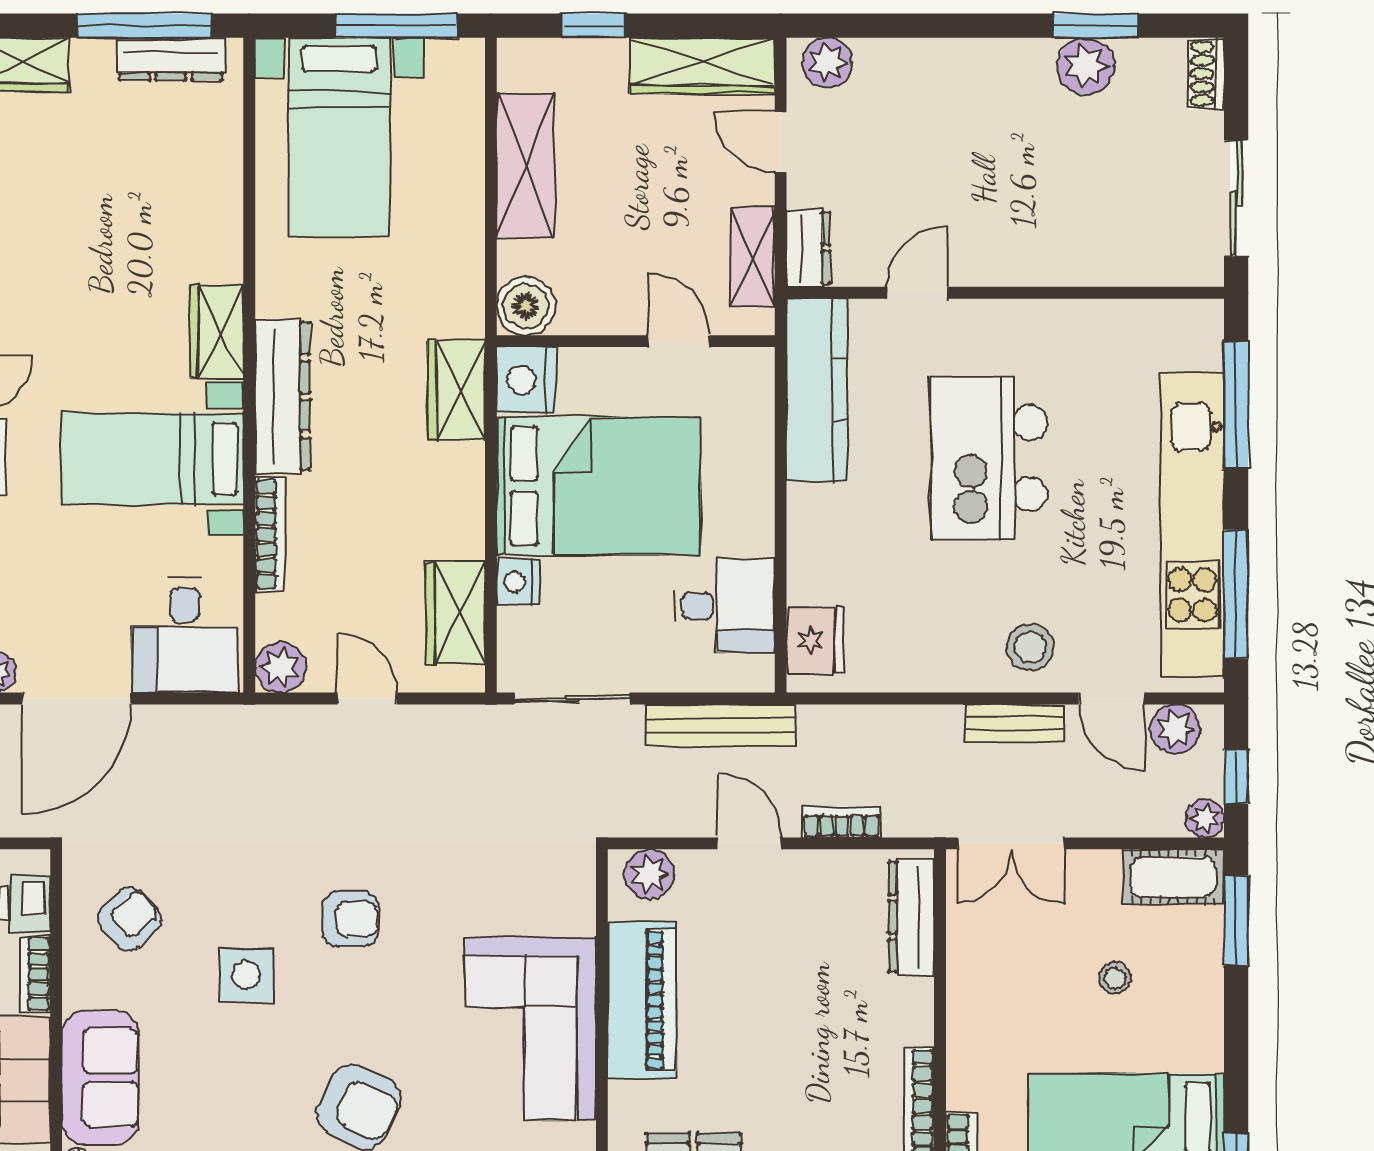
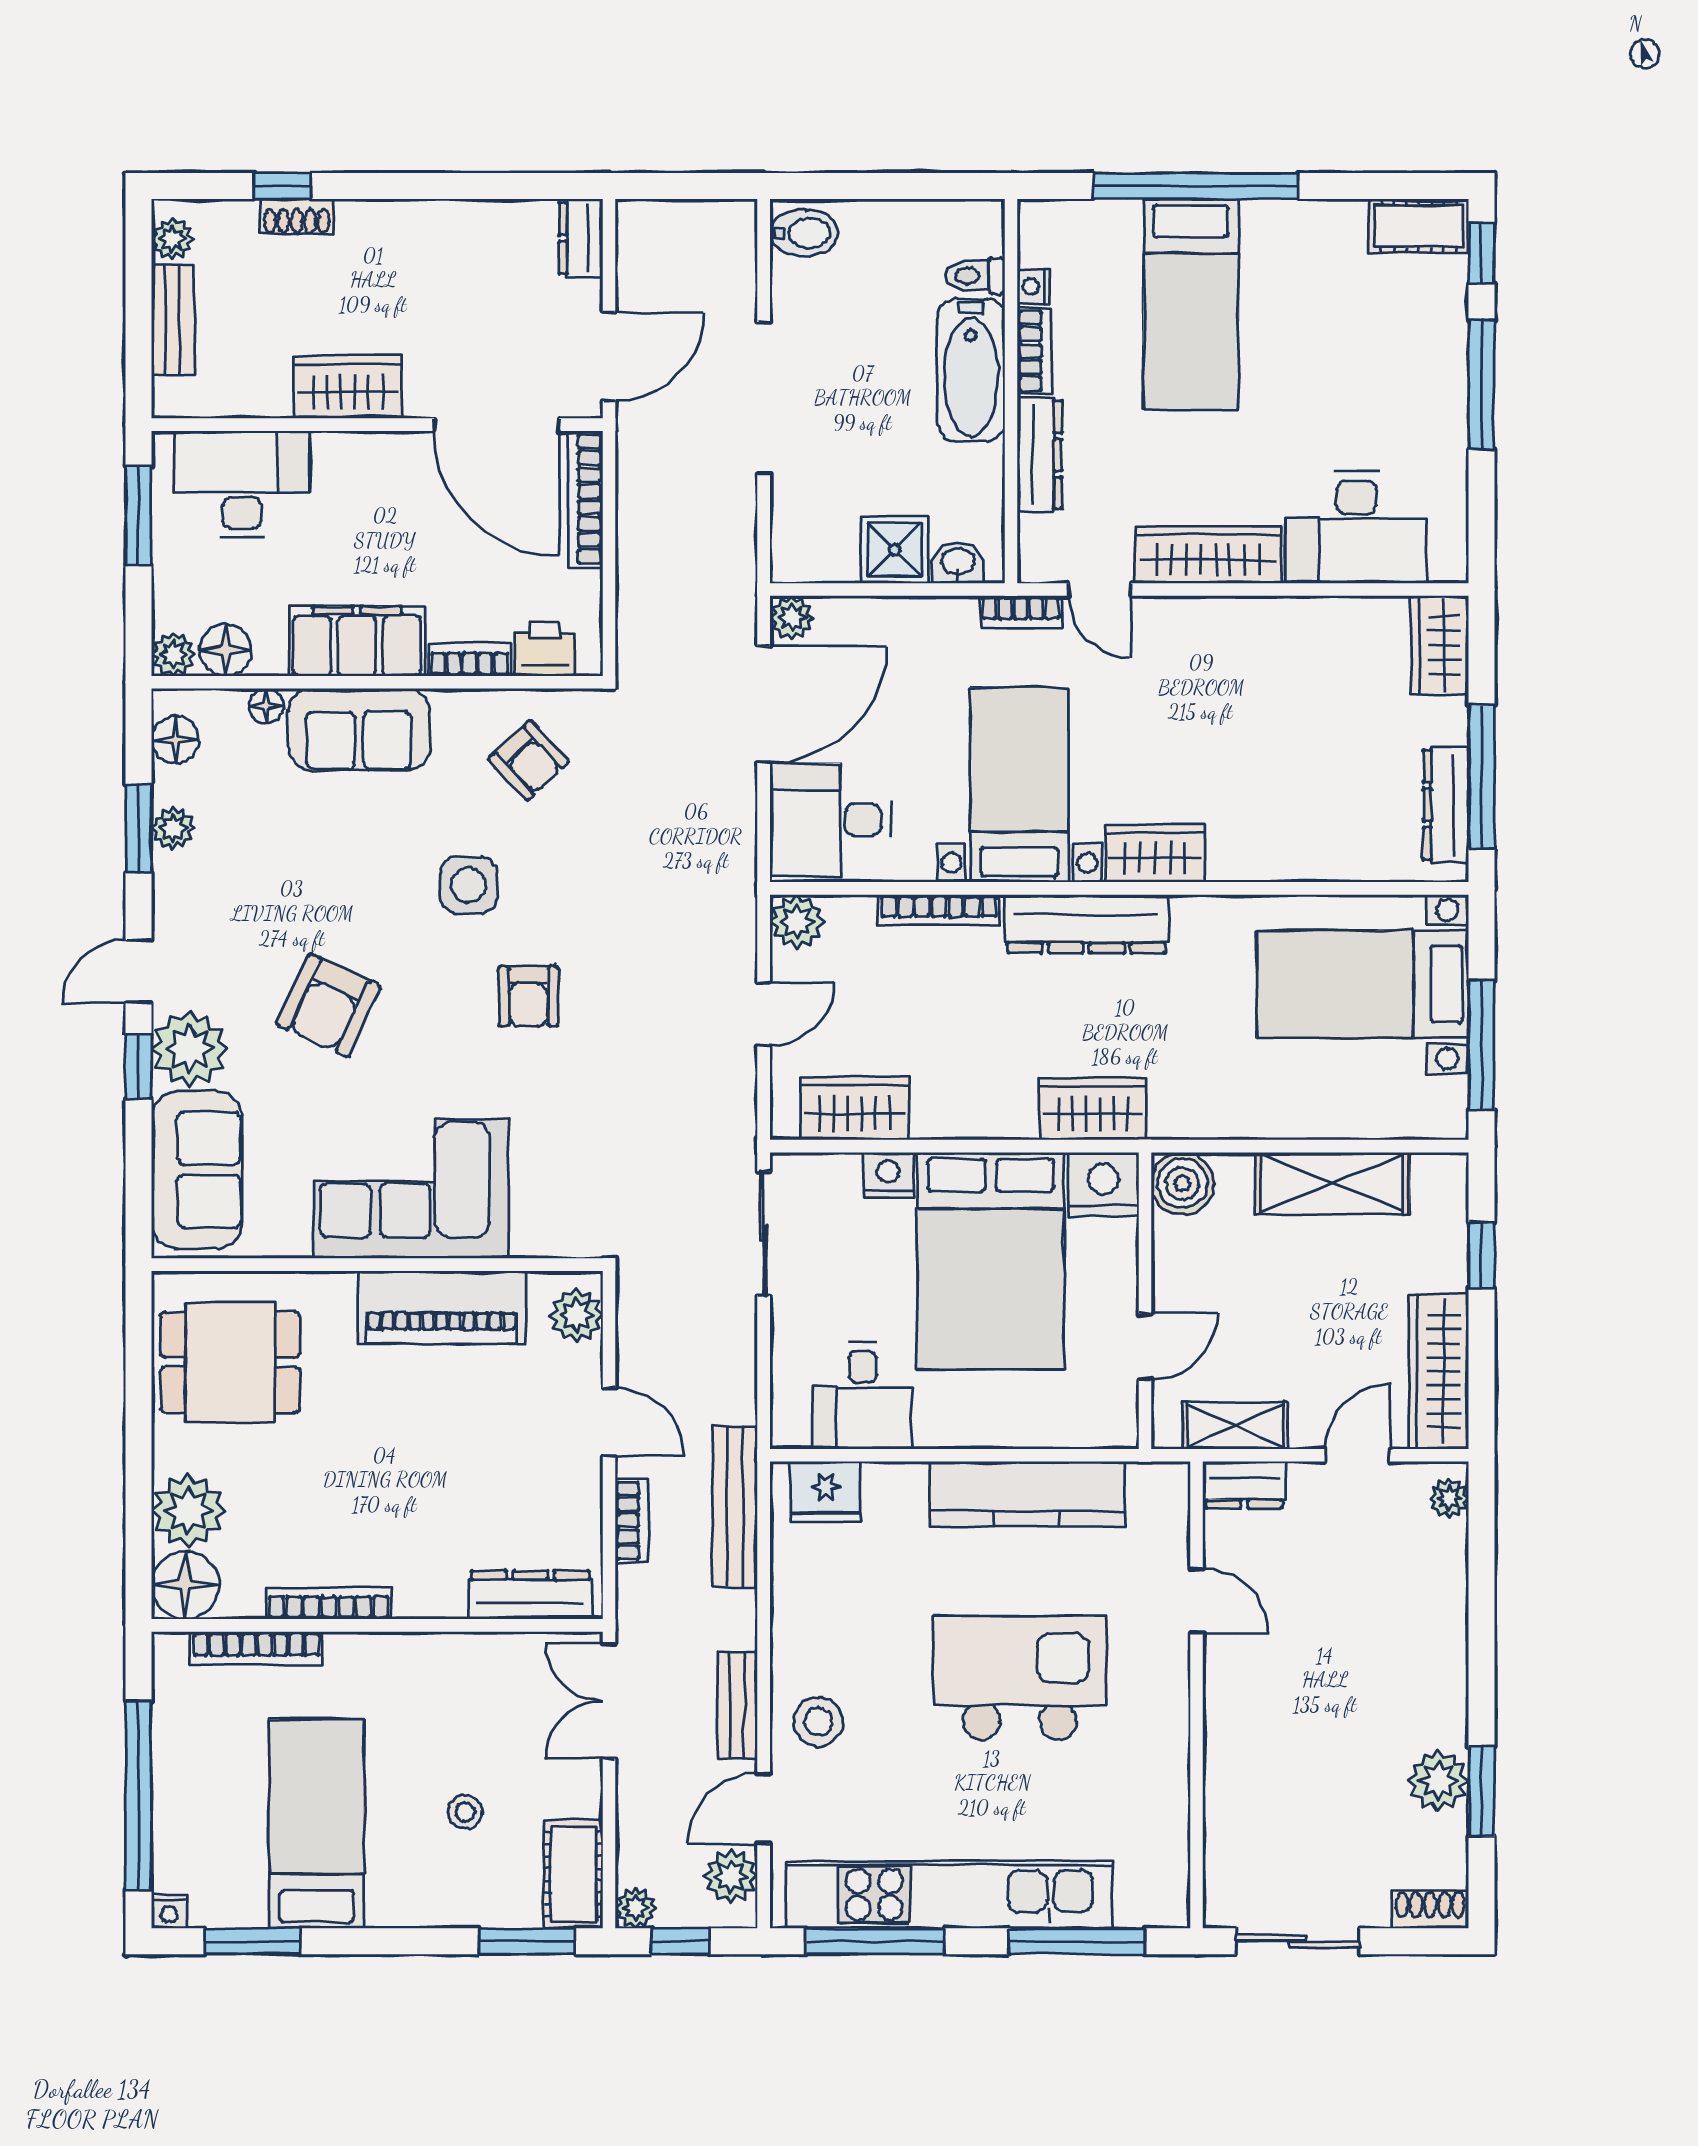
plant: (828, 63) -> (1449, 1498), width x0.73, depth x0.73
kitchen counter: (817, 390) -> (1027, 1494), moved
door: (77, 699) -> (764, 704), swing flipped
bench: (720, 725) -> (735, 1507), moved
door: (750, 843) -> (609, 1422), hinge flipped

